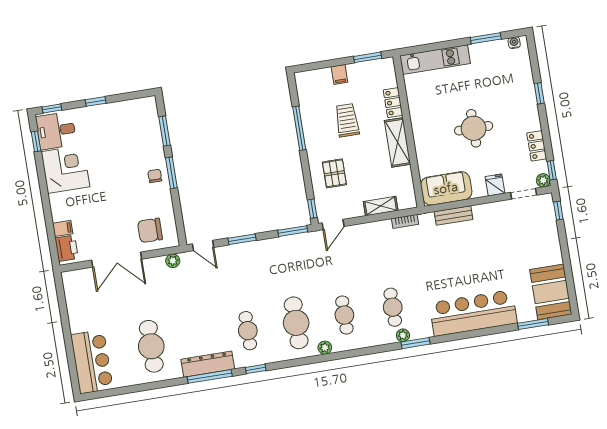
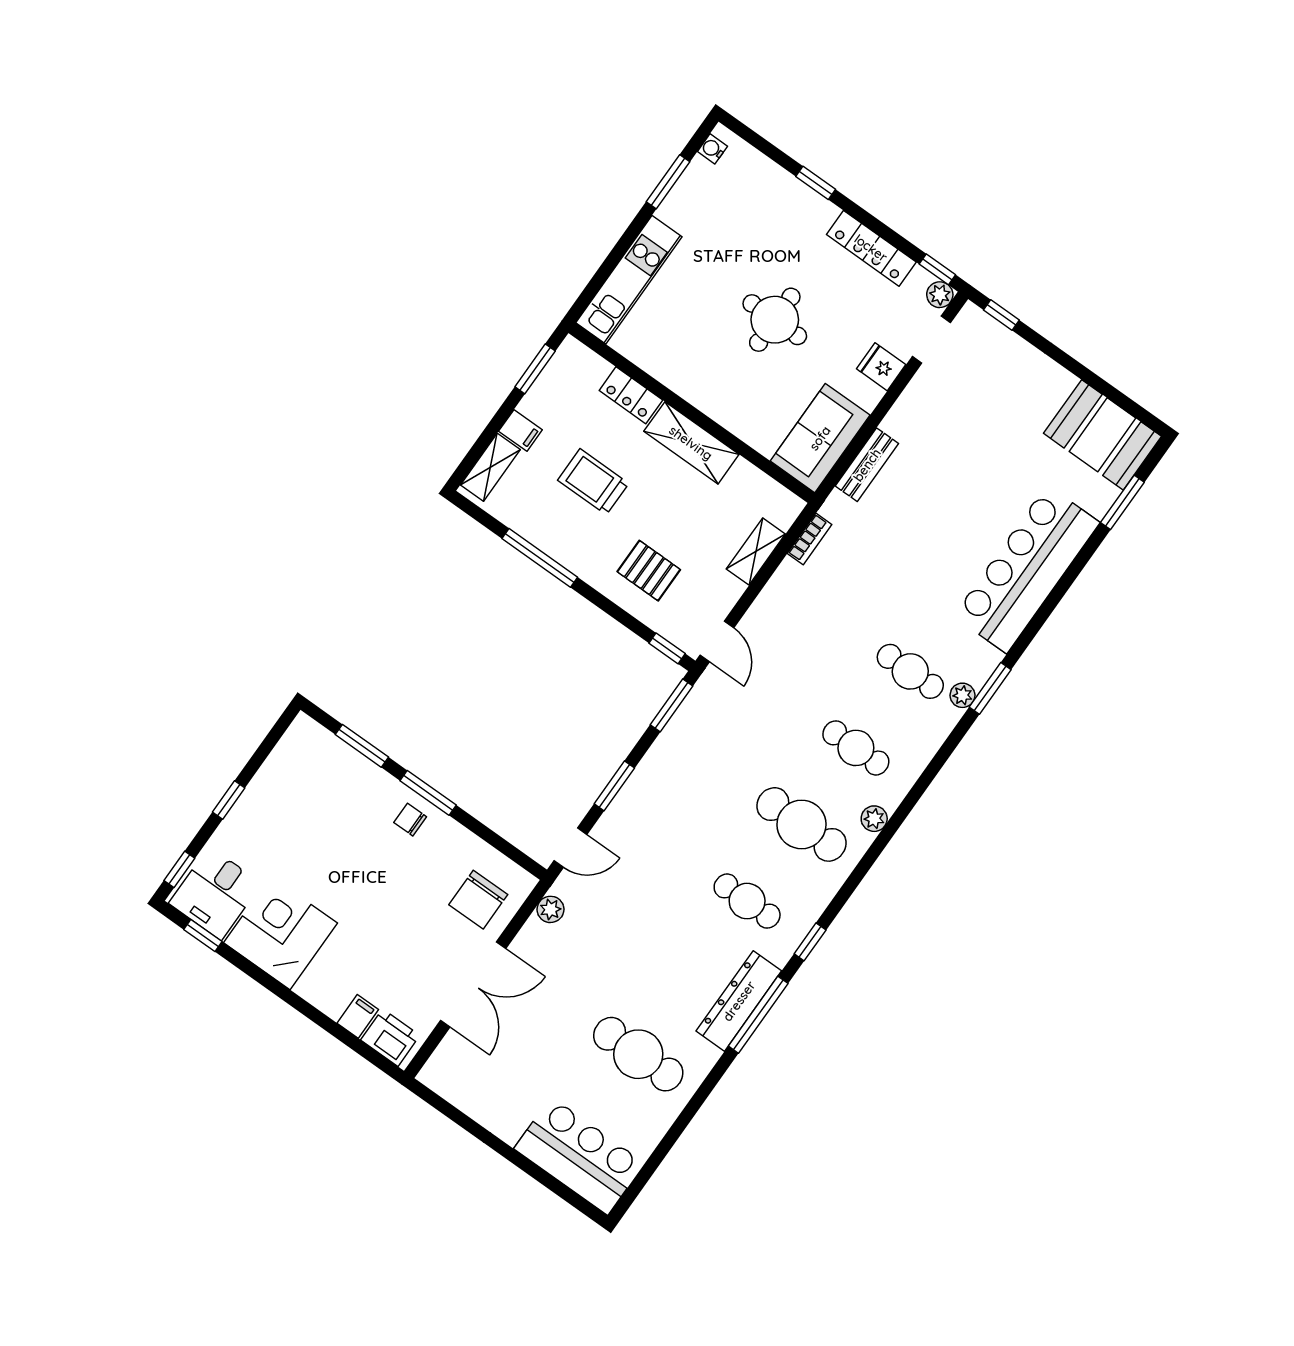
shelving: (315, 77) -> (490, 467), added
locker: (537, 146) -> (871, 248), width x1.53

